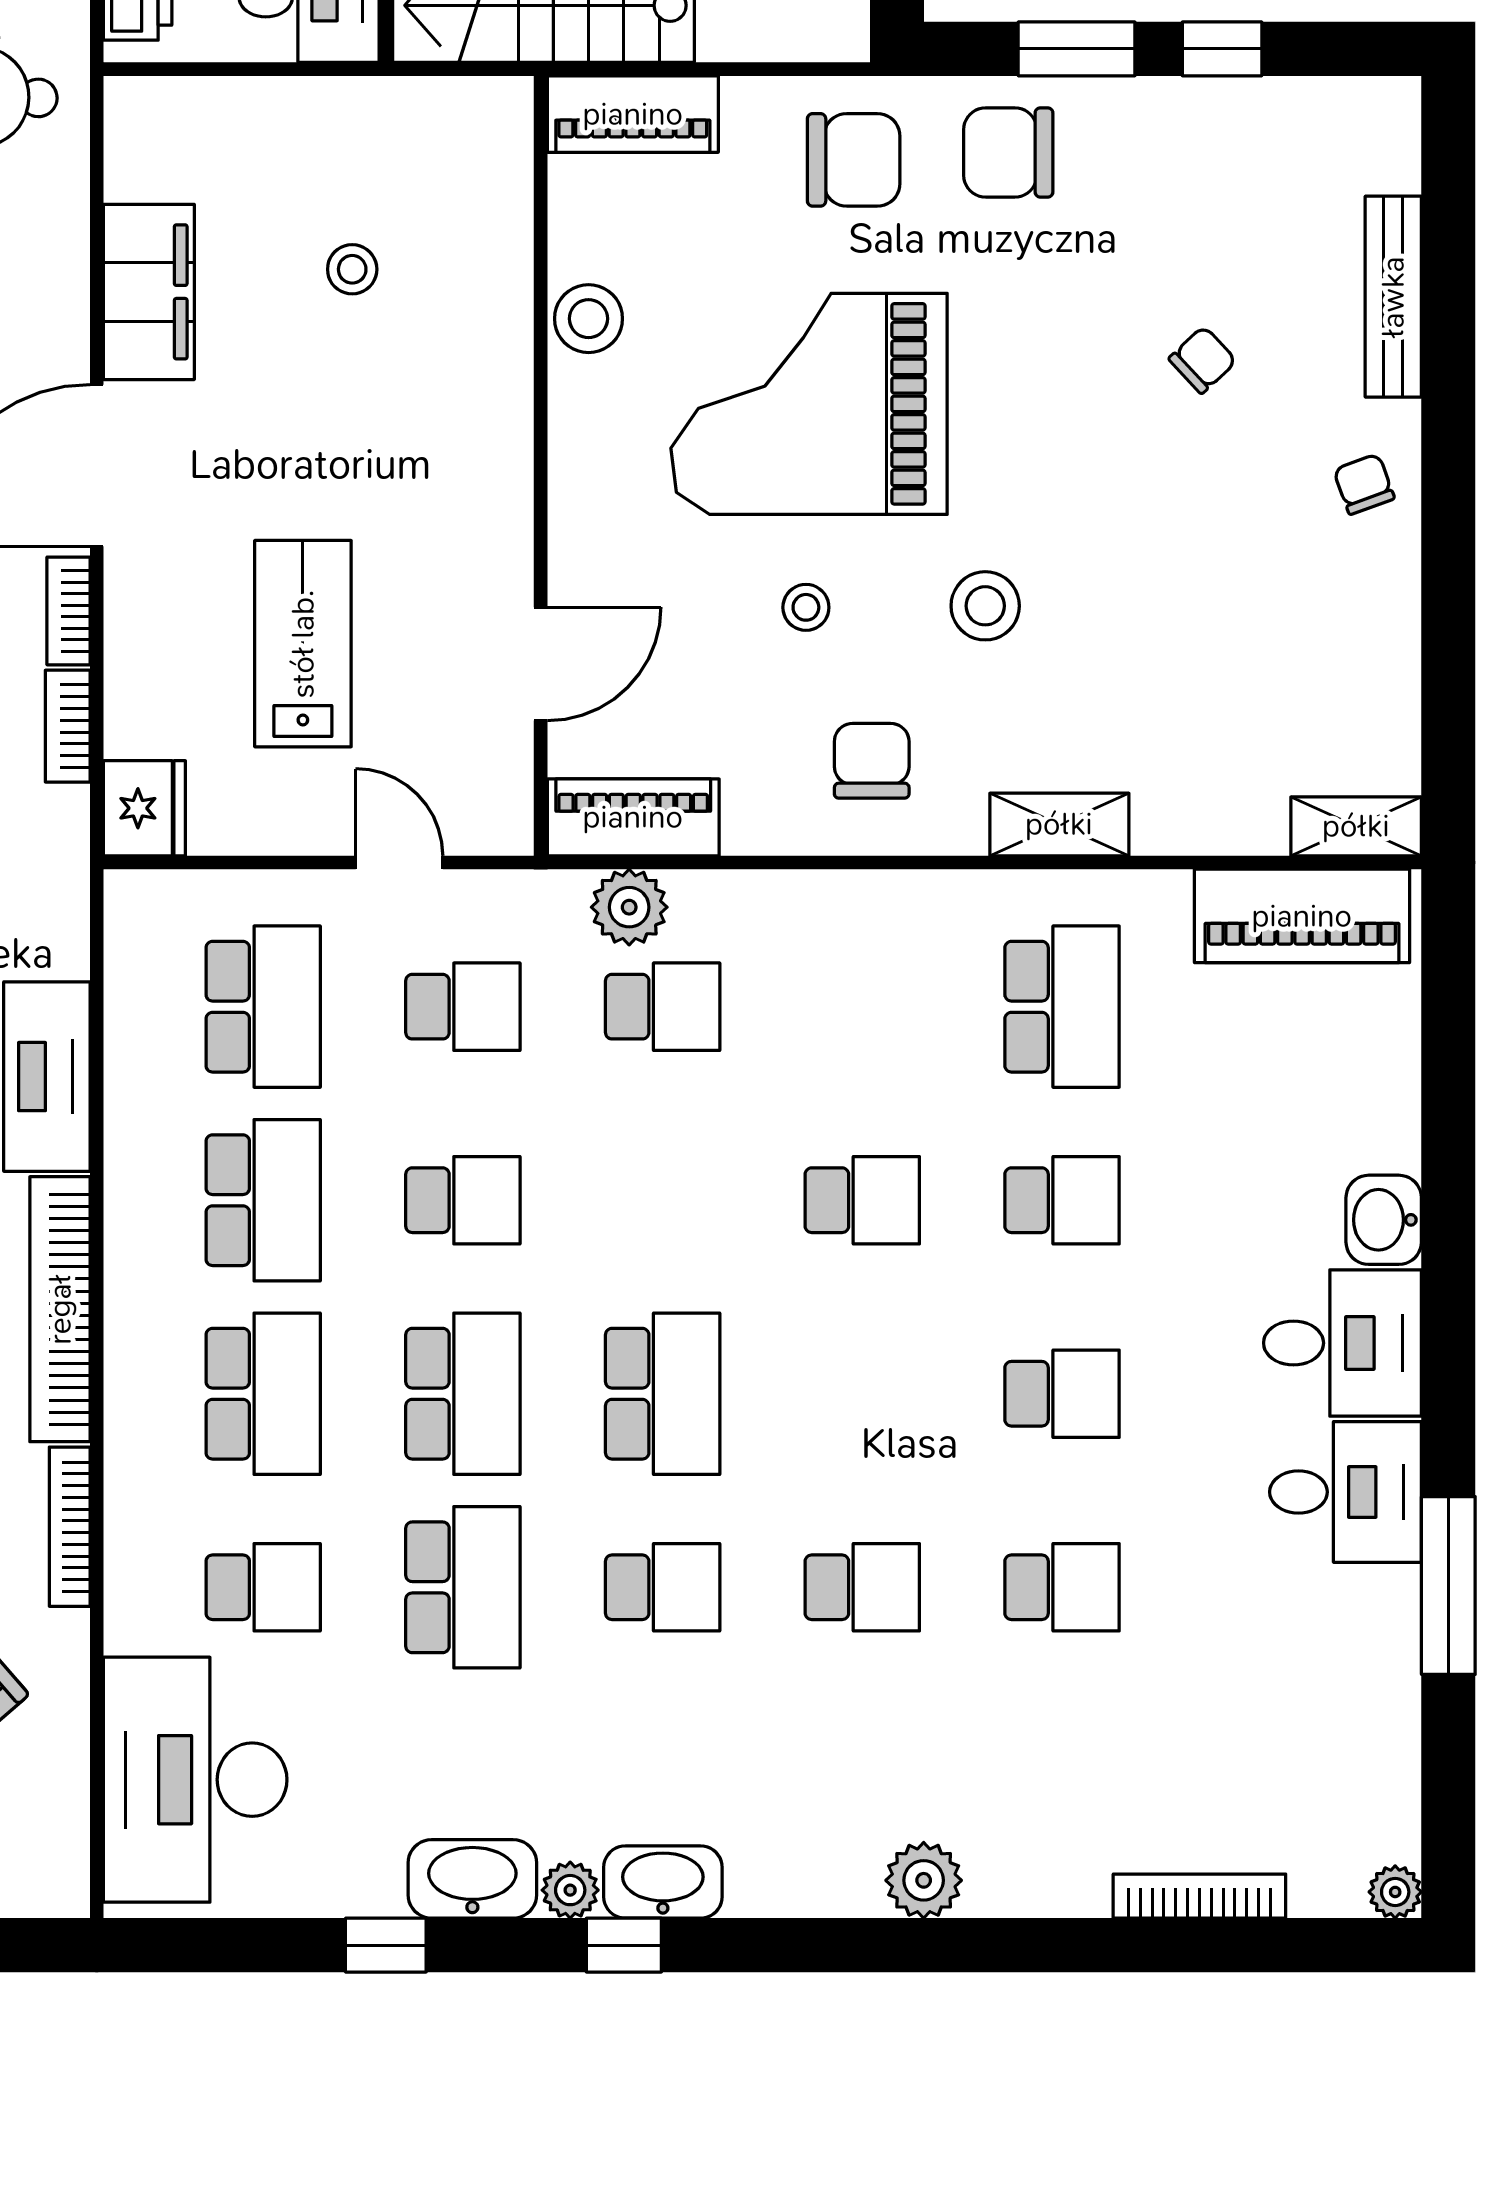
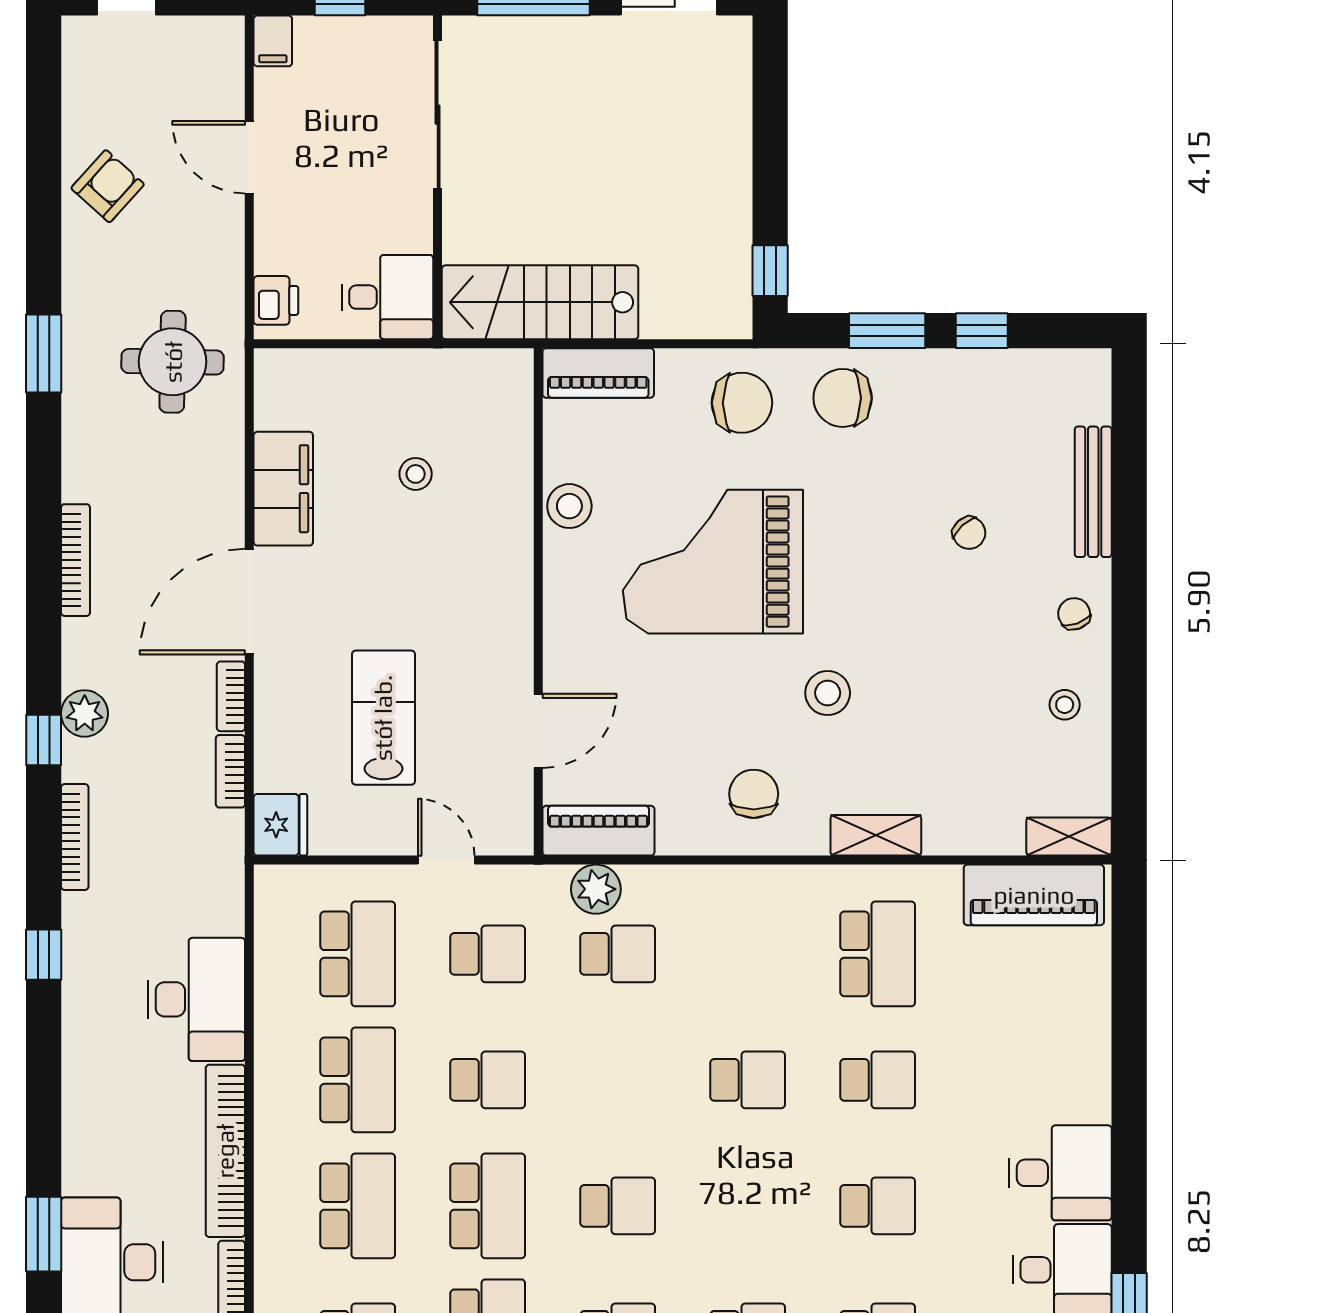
chair: (1203, 360) -> (969, 533), turned 91
stool: (806, 607) -> (1065, 705), moved
washbasin: (1384, 1220) -> (1087, 1093), removed
school desk: (663, 1394) -> (618, 1206), width x0.54

